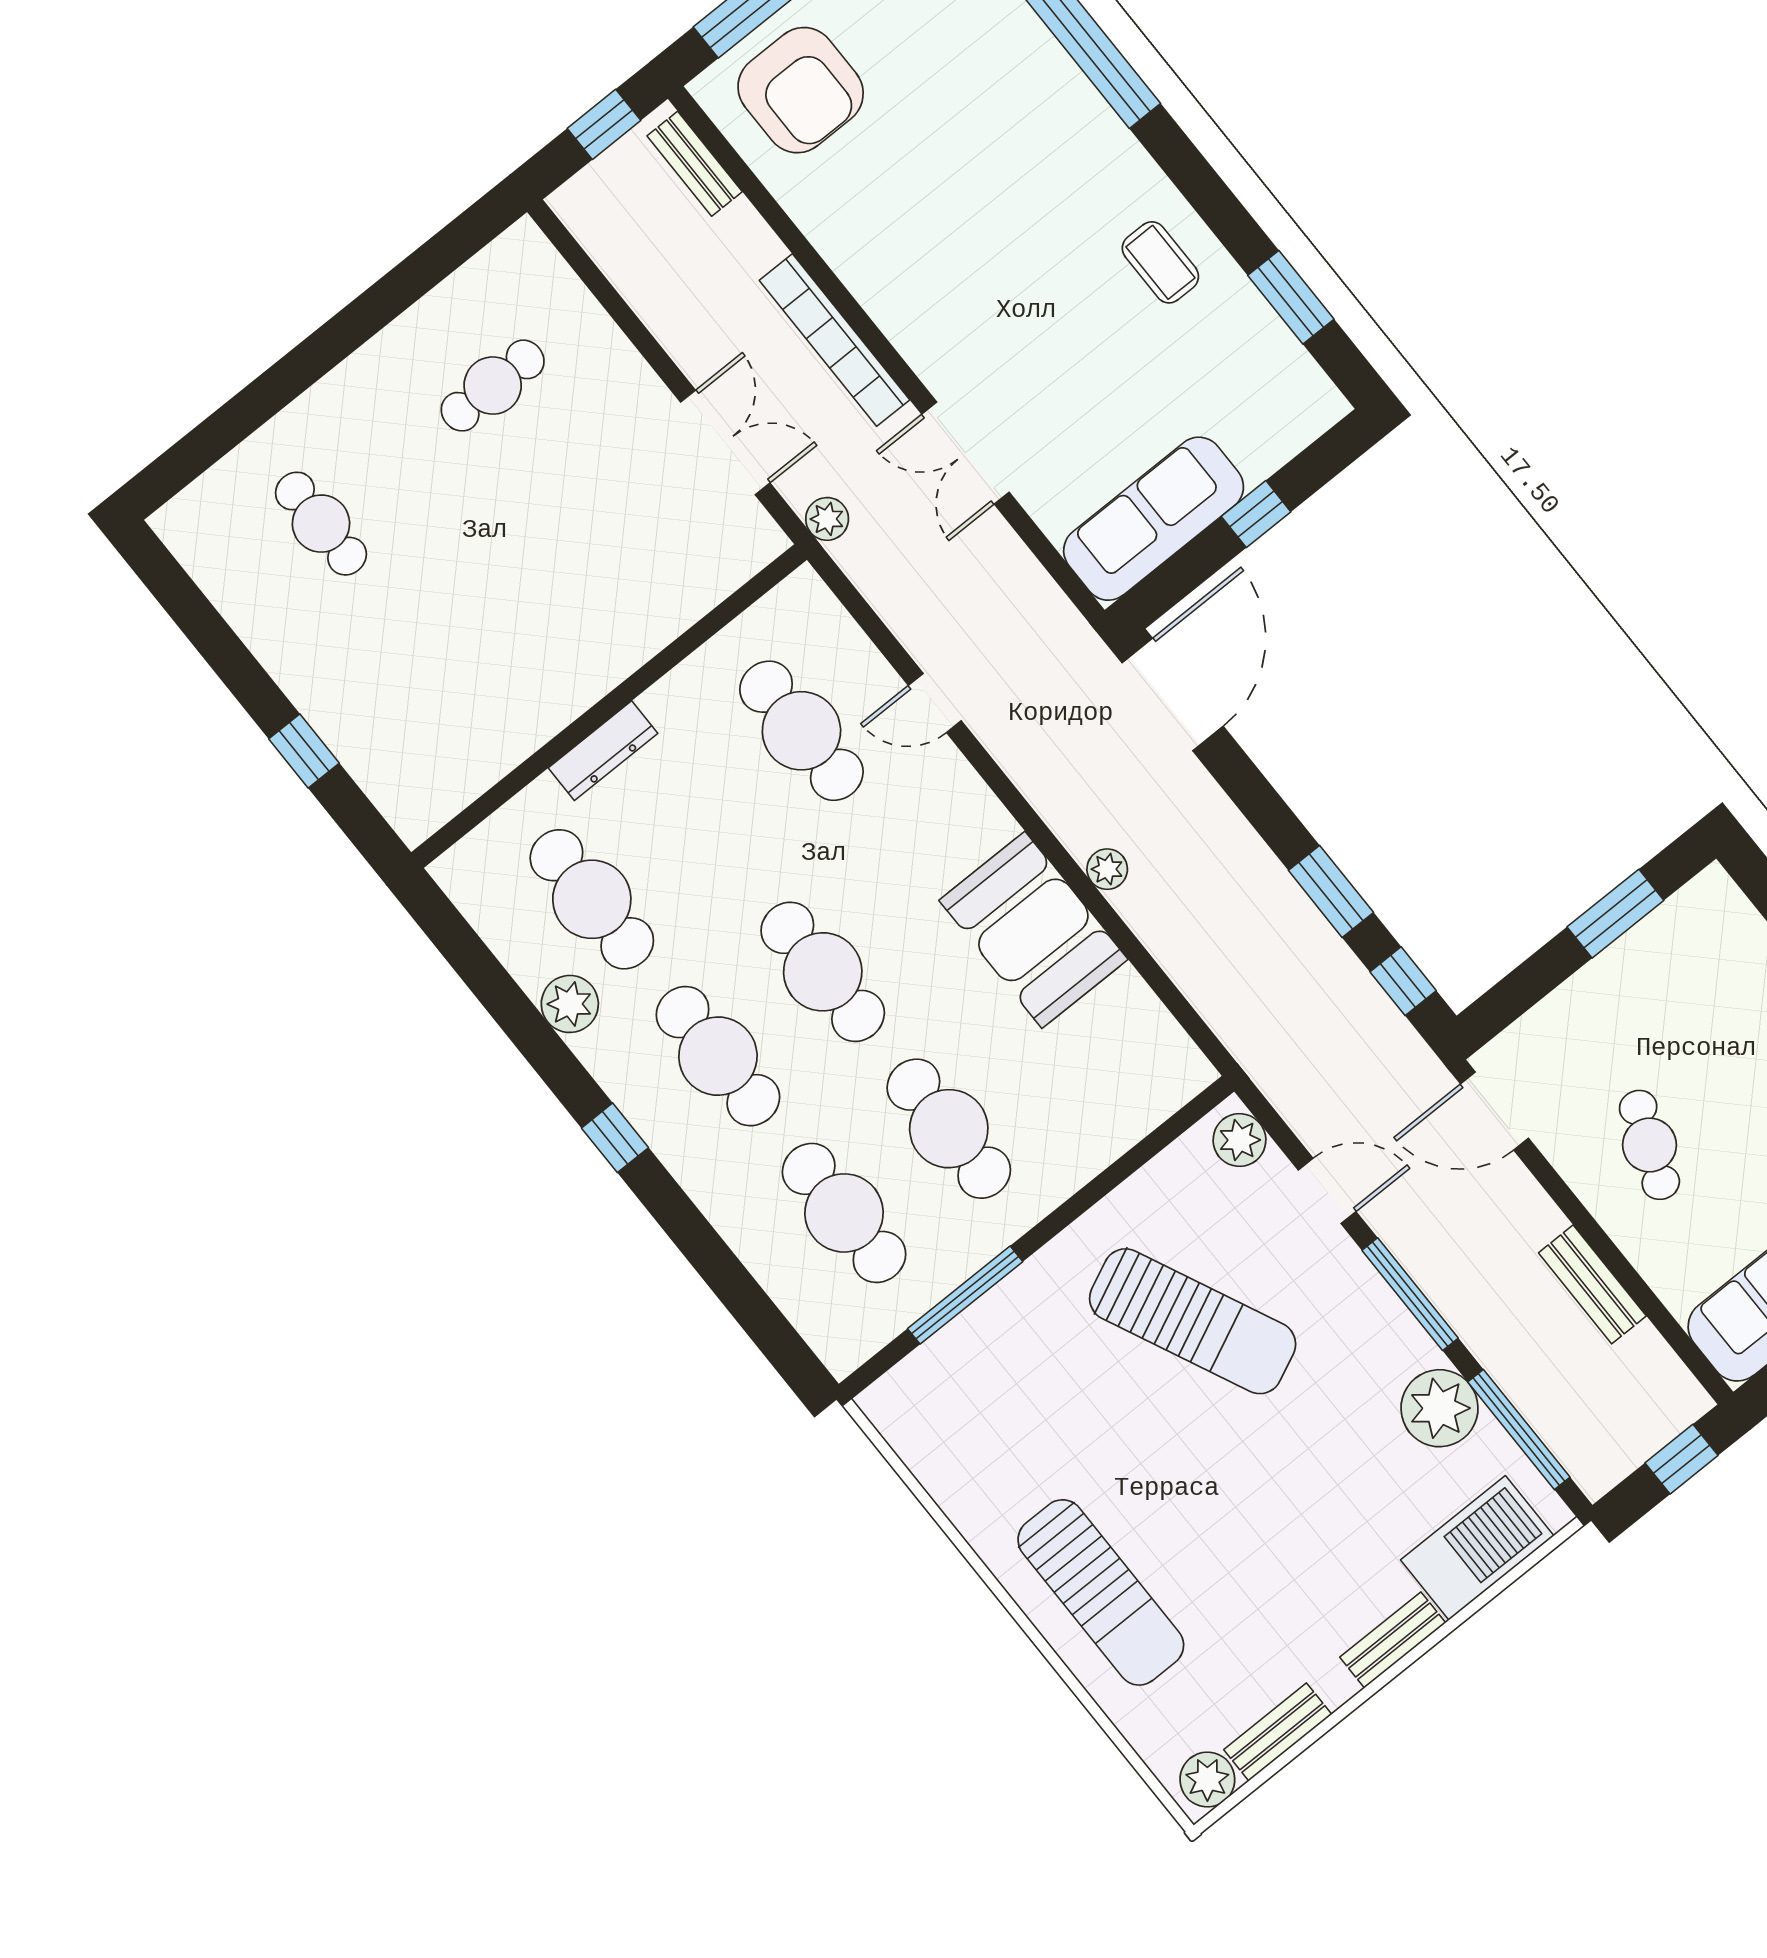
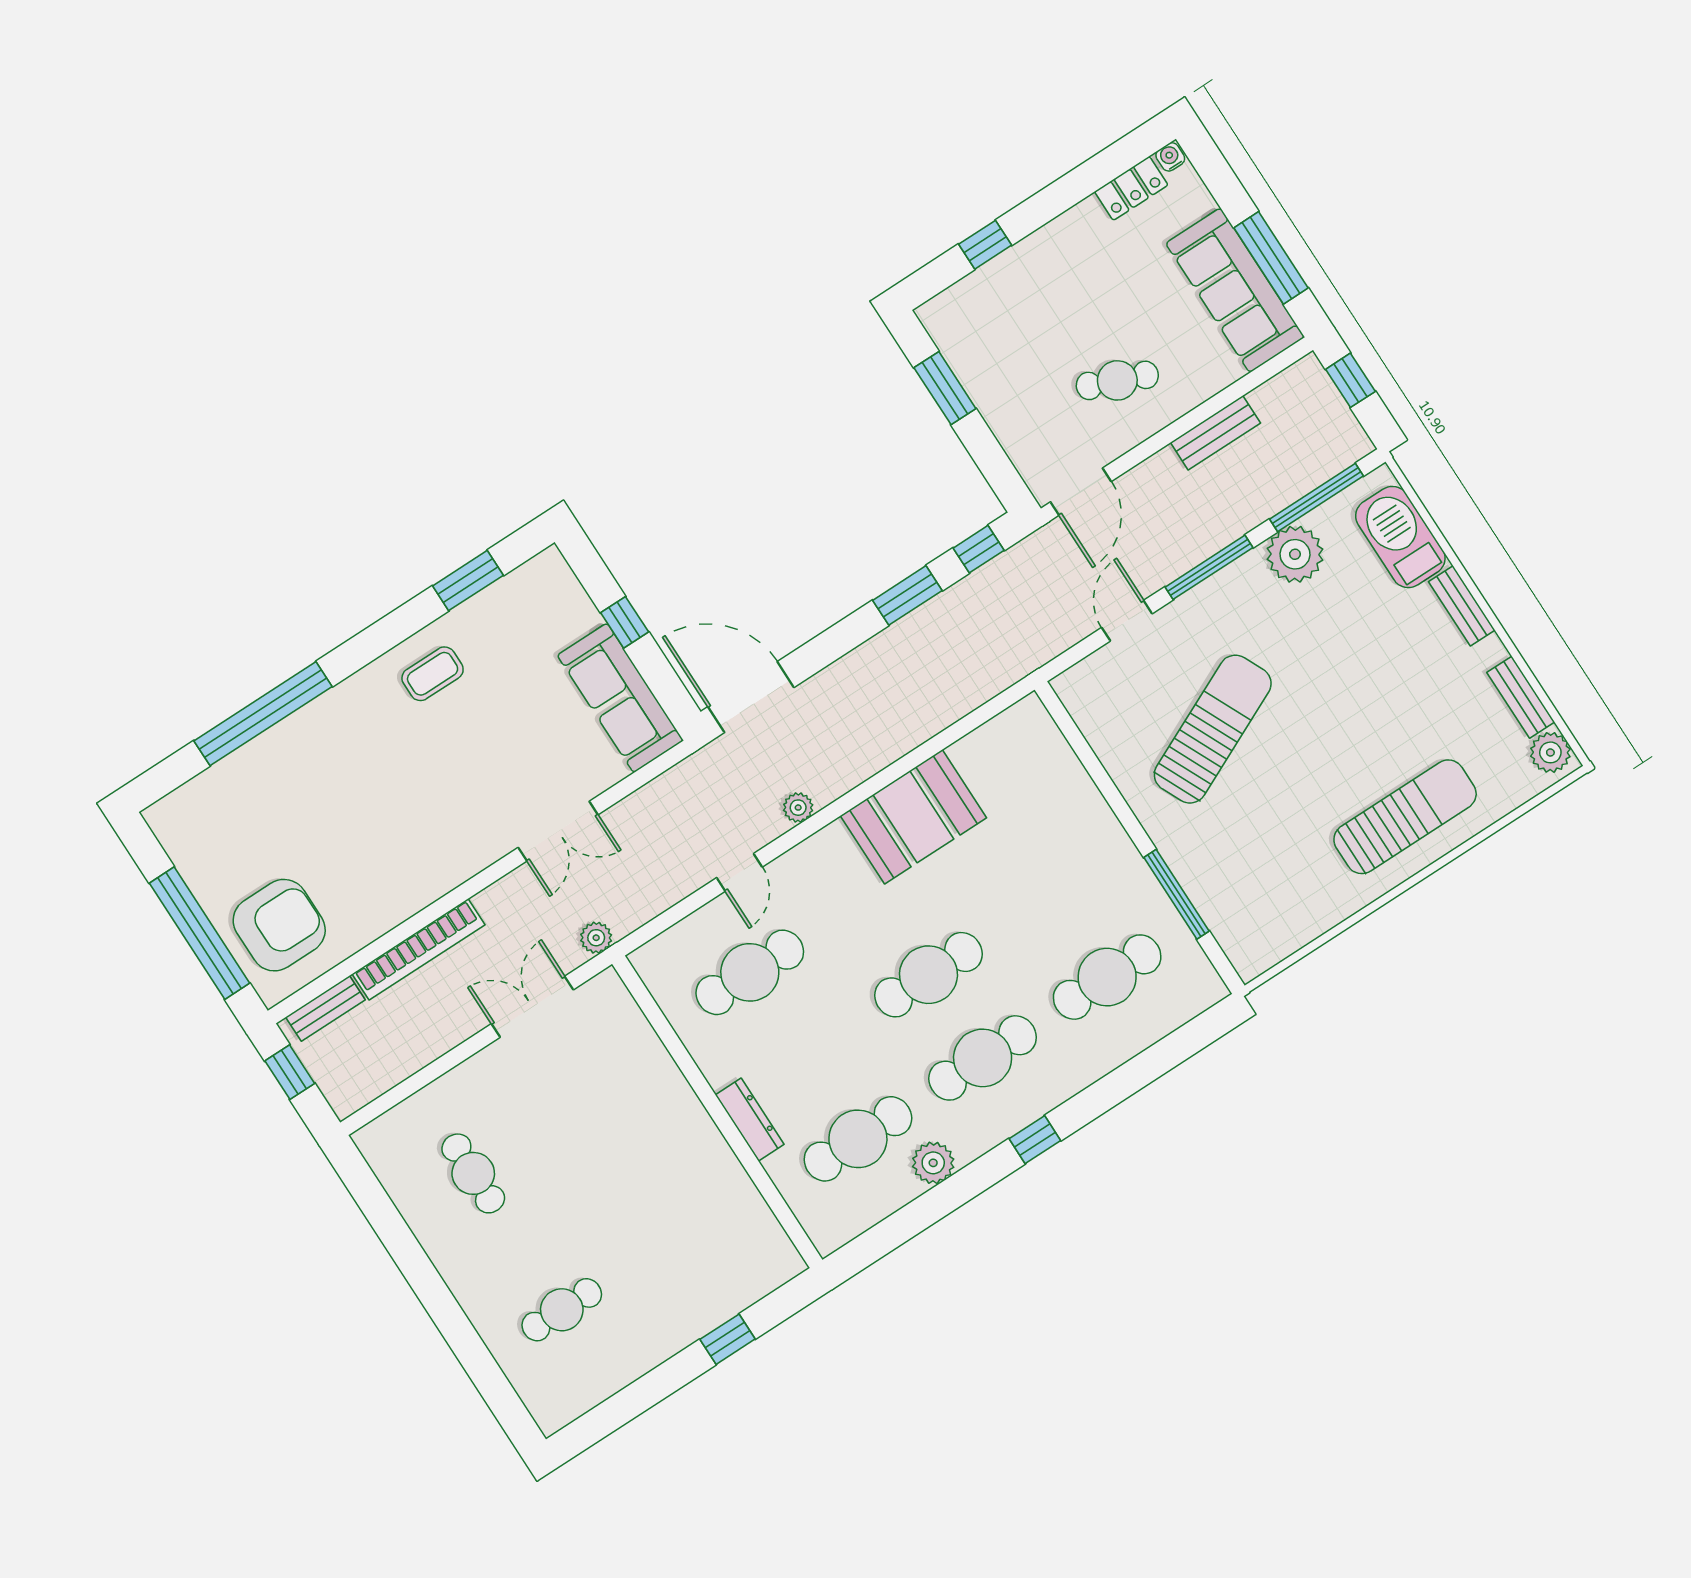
bookcase: (835, 340) -> (418, 949), moved
plant: (1107, 869) -> (798, 808), moved
cafe table: (949, 1129) -> (1053, 894), removed
plant: (1240, 1140) -> (1083, 681), removed

